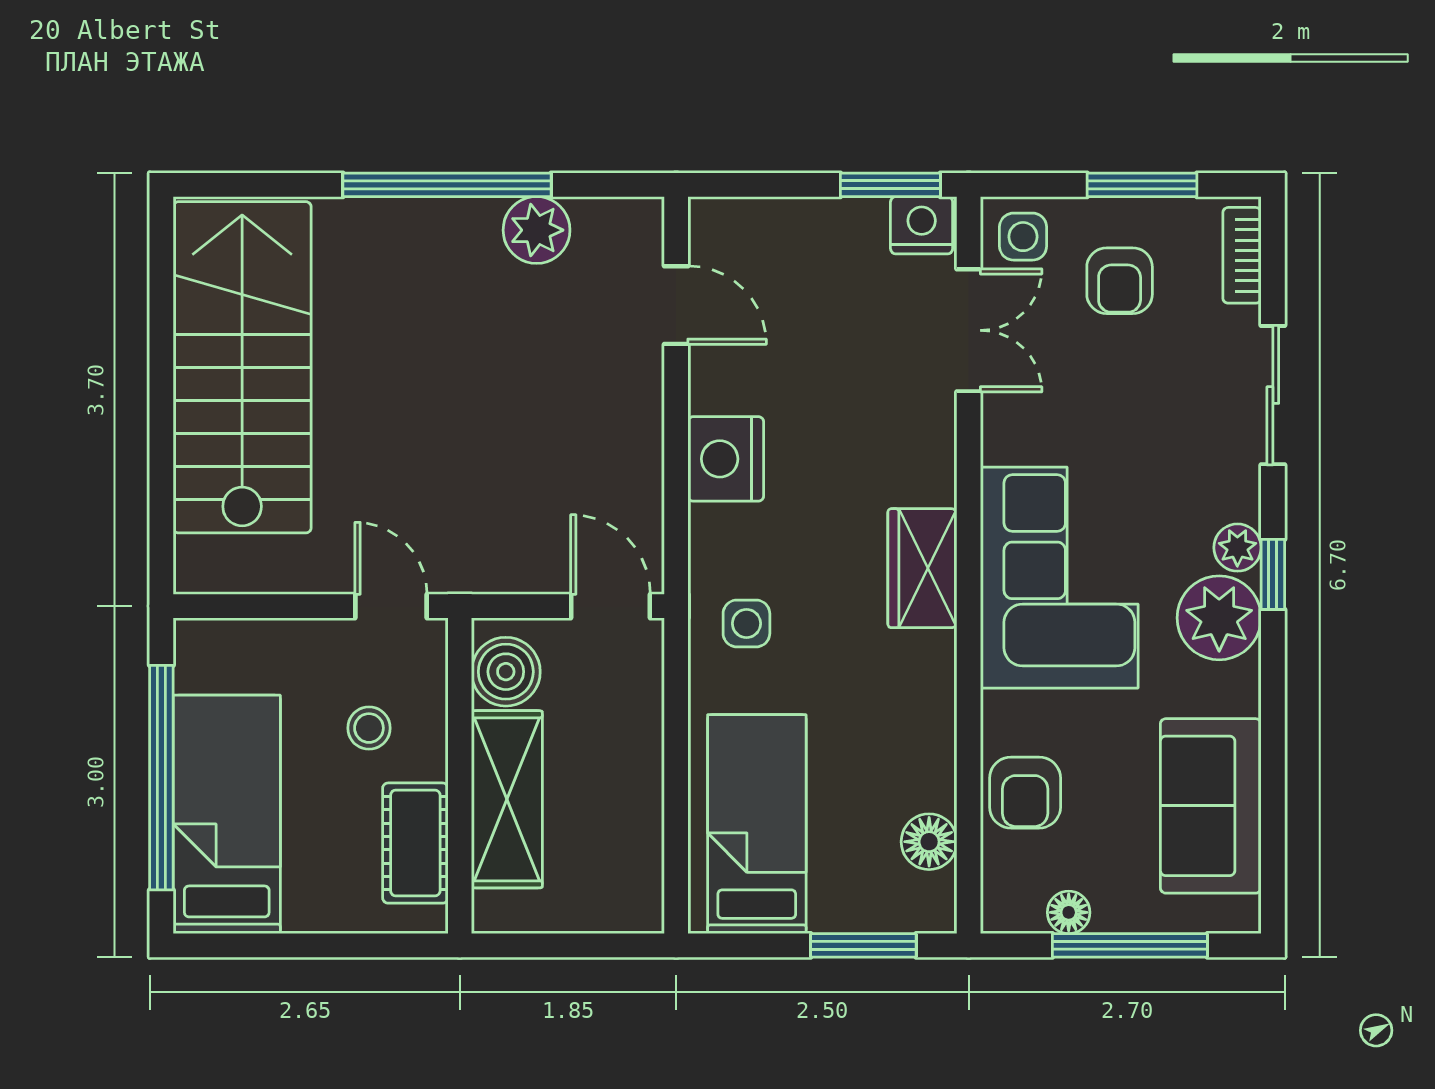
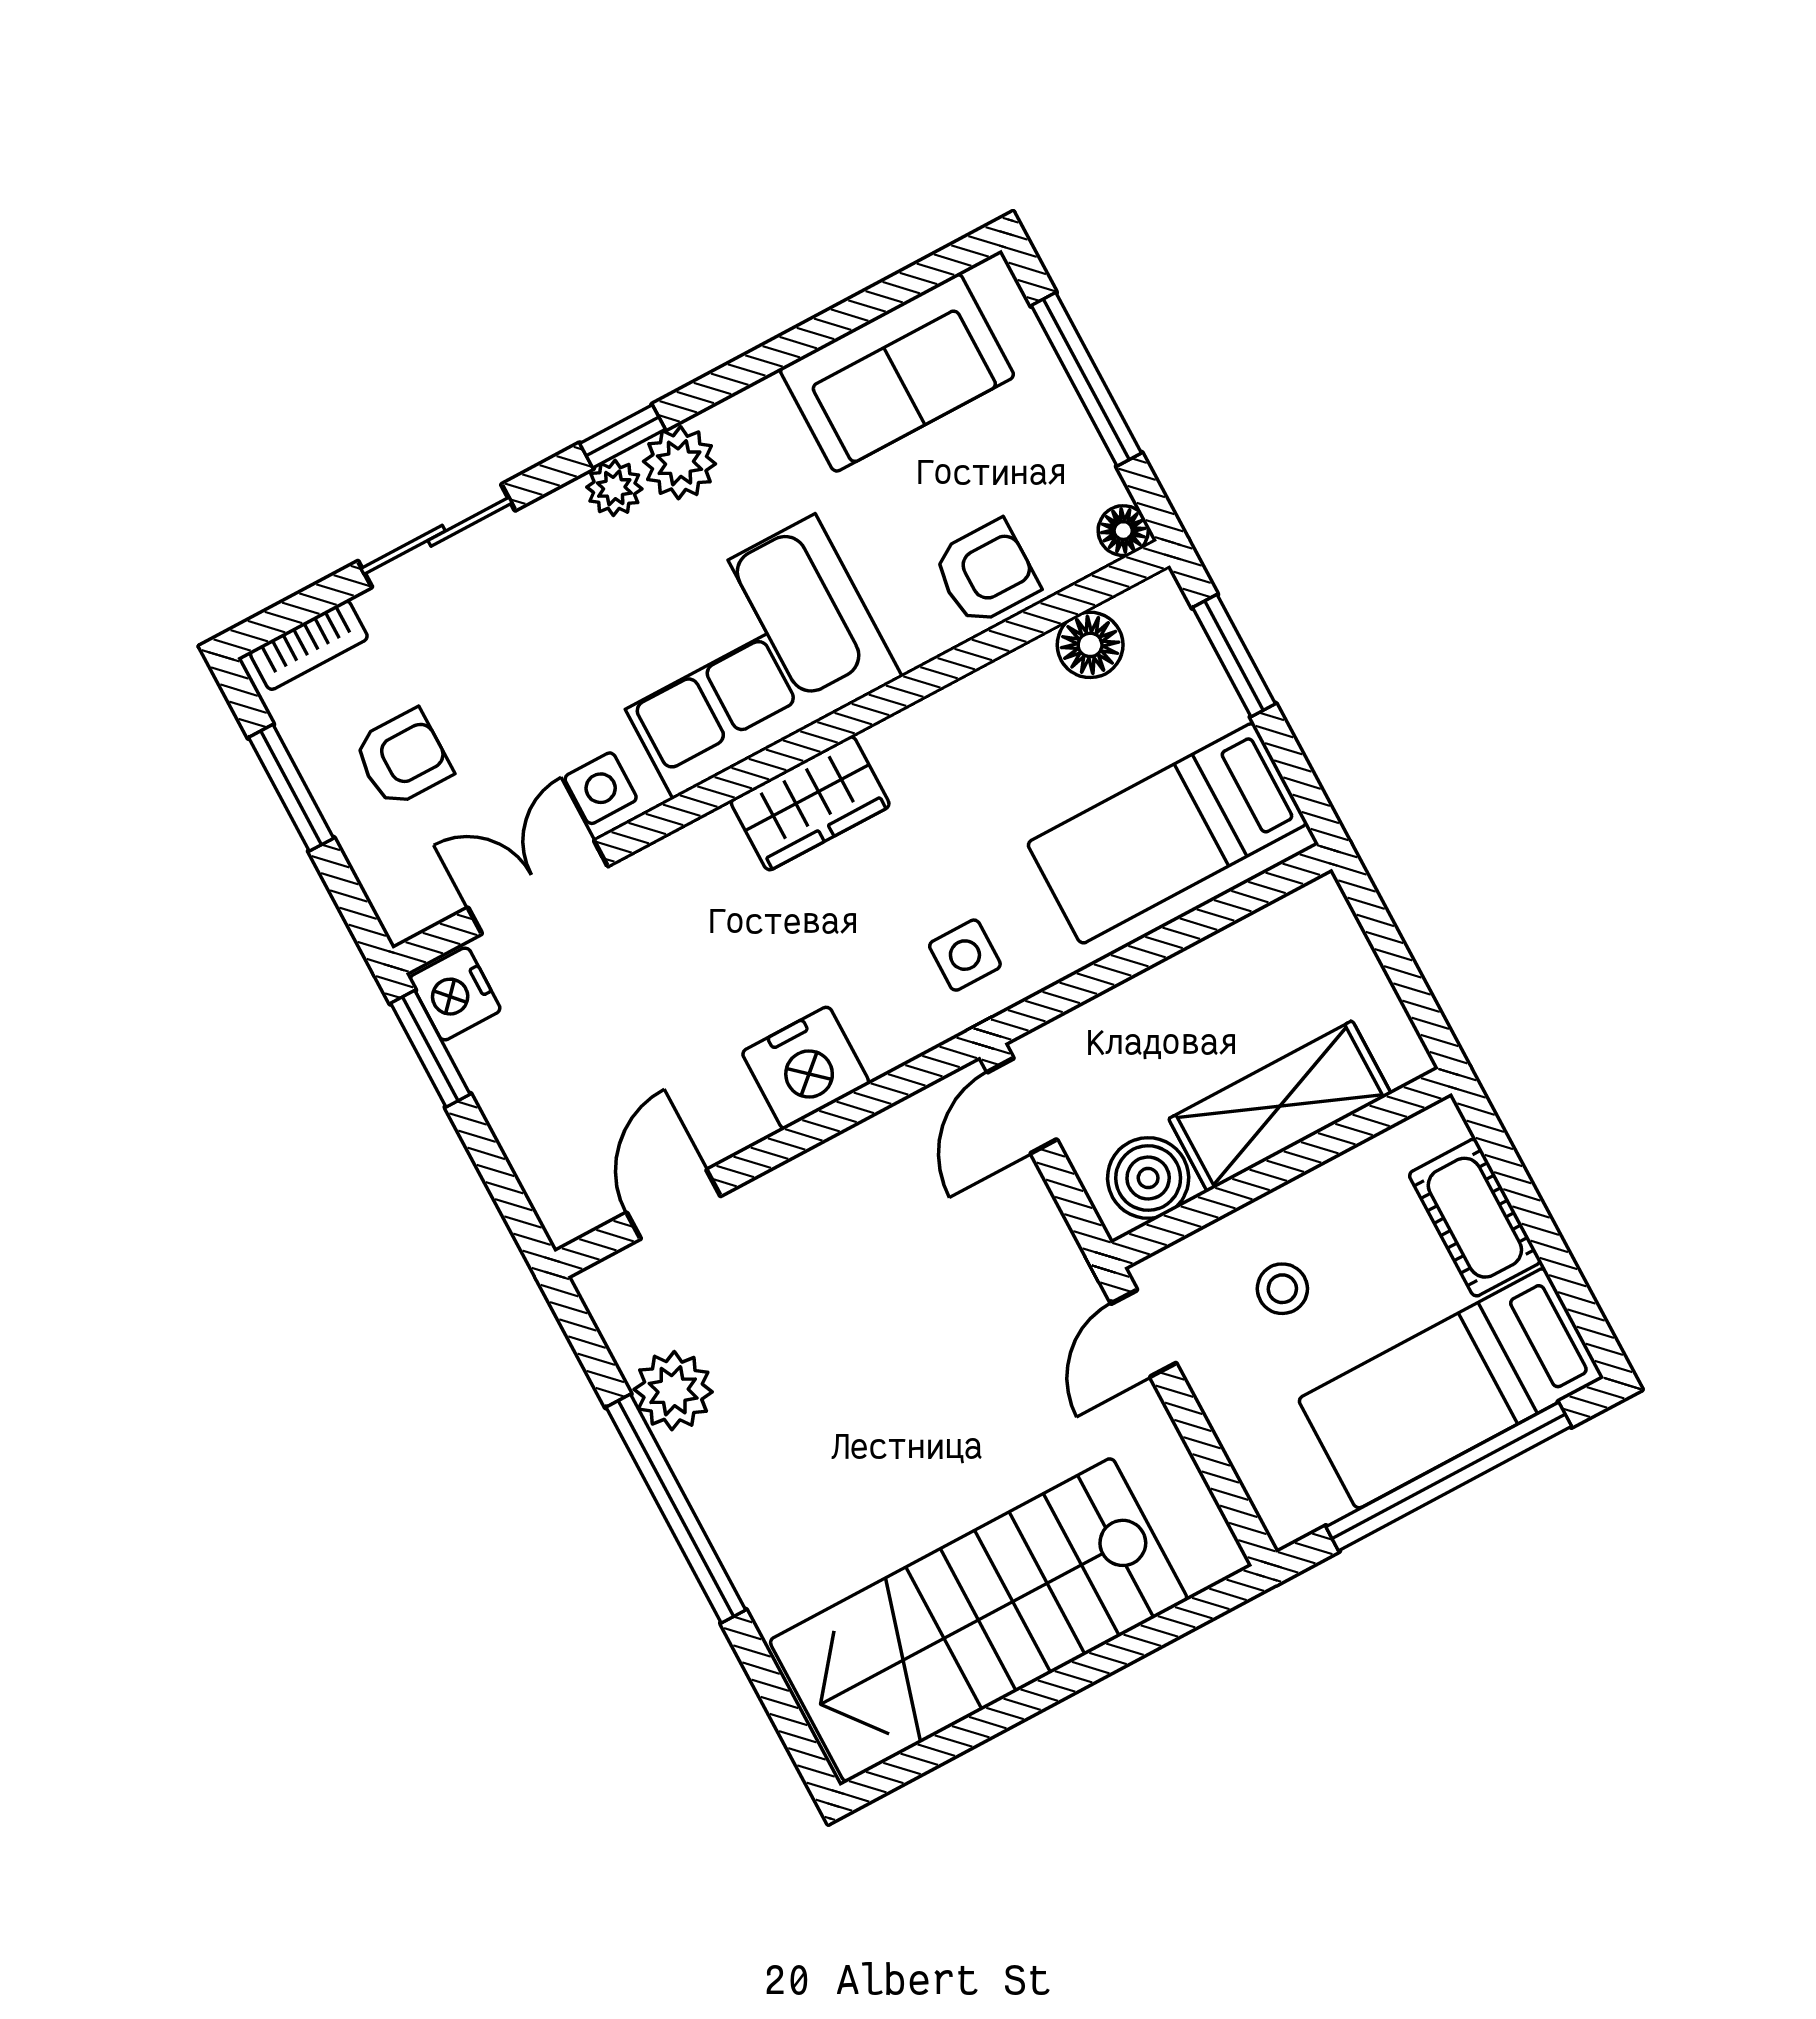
side table: (1023, 237) -> (601, 788), moved
plant: (1219, 618) -> (679, 463), width x0.73, depth x0.73
cot: (415, 843) -> (1475, 1218), moved, turned 90
floor lamp: (1069, 912) -> (1123, 531), moved

